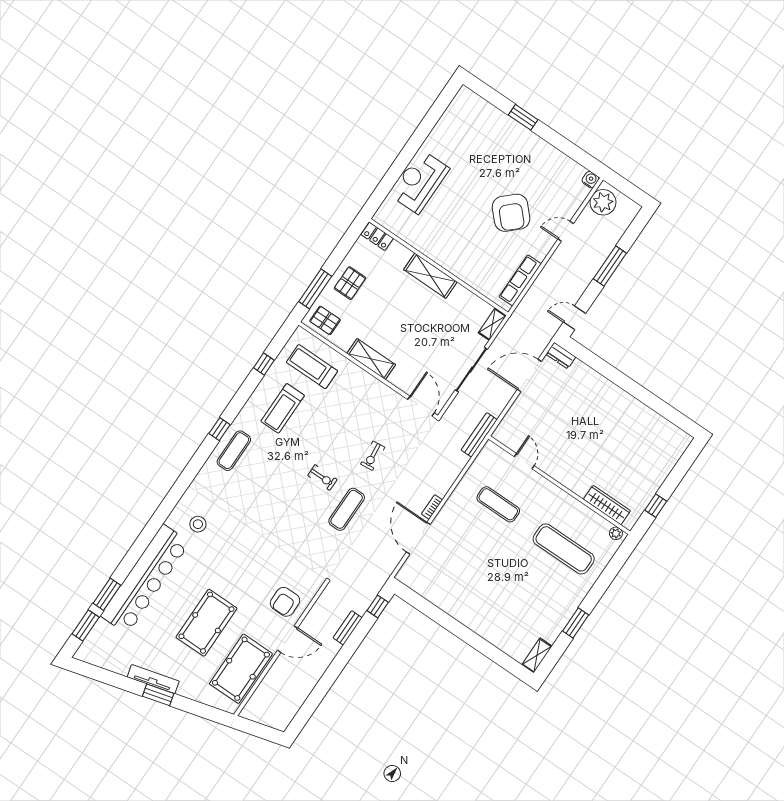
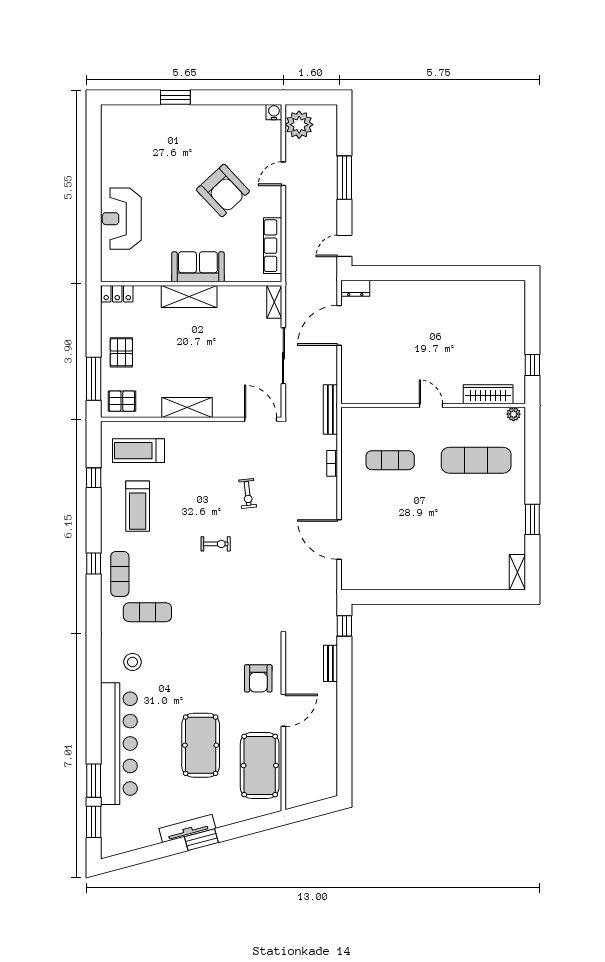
sofa: (452, 258) -> (198, 267), added
door: (524, 461) -> (431, 406), moved
bookcase: (432, 507) -> (332, 463), moved
exercise mat: (347, 509) -> (147, 612), moved, turned 90

